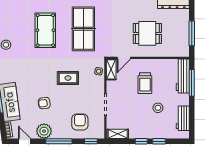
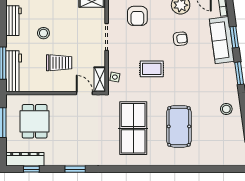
dining table: (147, 33) -> (35, 121), moved, turned 90
door: (124, 58) -> (84, 93), hinge flipped
trolley: (145, 83) -> (59, 63), turned 90

